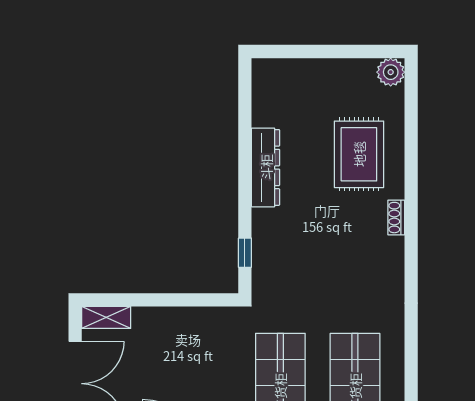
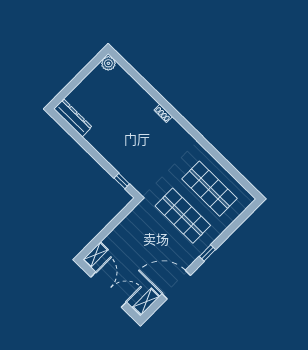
rug: (359, 154) -> (127, 104), removed
dresser: (266, 167) -> (73, 118), moved

